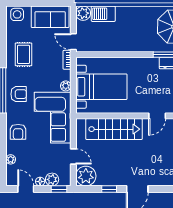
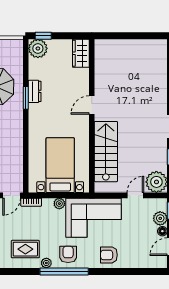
door: (157, 116) -> (92, 105), swing flipped
armchair: (18, 132) -> (109, 255), turned 180
plant: (11, 159) -> (46, 263), moved

